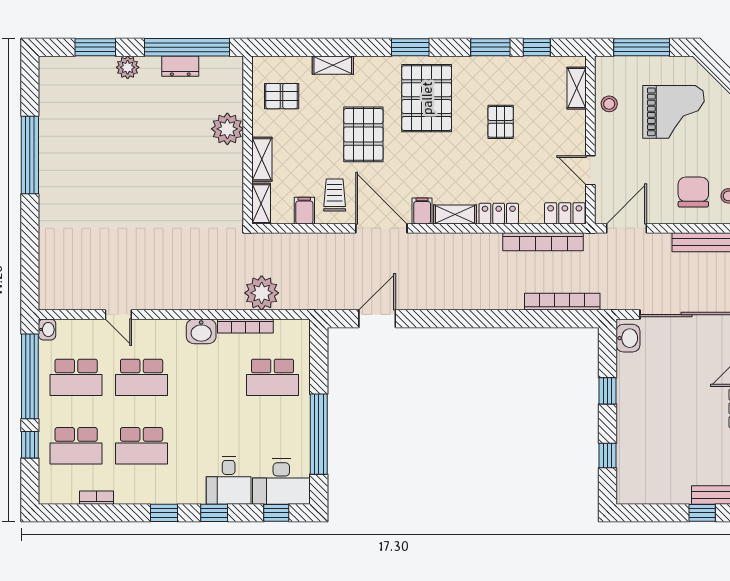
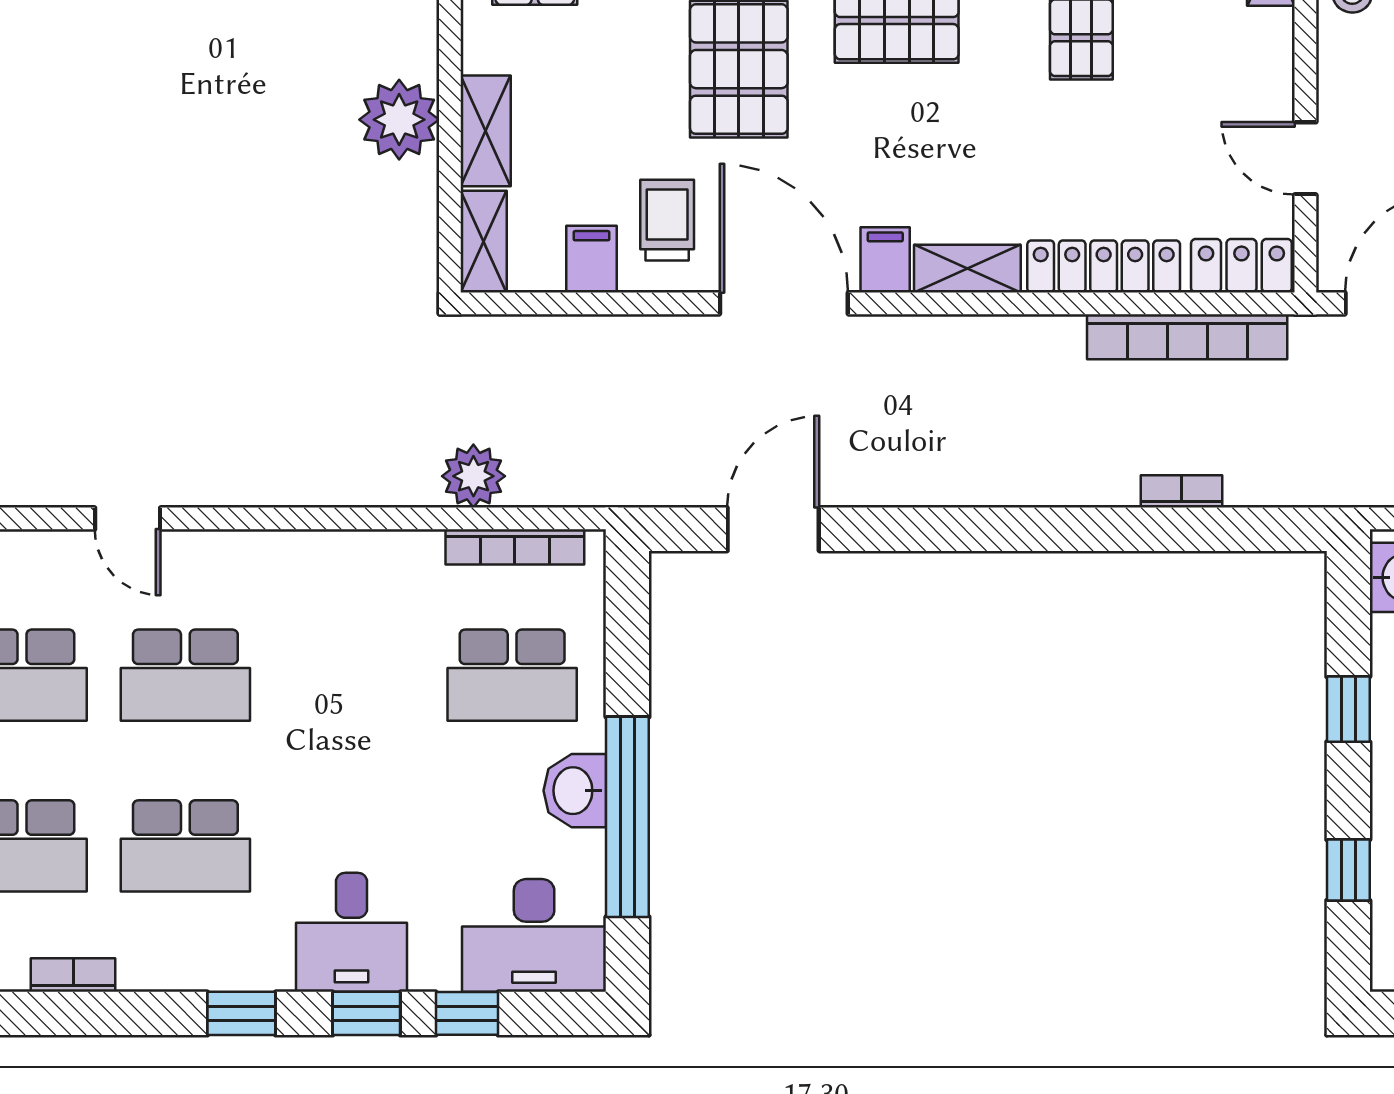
plant: (227, 129) -> (399, 120), moved
locker: (499, 214) -> (1104, 266), width x1.53
plant: (262, 293) -> (473, 476), width x0.73, depth x0.73
bookcase: (562, 302) -> (1182, 491), width x0.43, depth x0.76
bookcase: (245, 326) -> (515, 547), moved
washbasin: (201, 331) -> (575, 791), moved, turned 90
desk: (229, 480) -> (352, 932), moved
window: (276, 513) -> (467, 1013), moved

